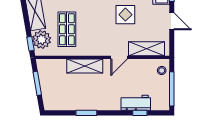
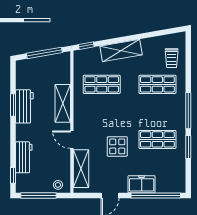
plant: (42, 39) -> (91, 58), removed
window: (37, 83) -> (44, 53), width x1.44
workbench: (88, 102) -> (24, 106), added
window: (140, 113) -> (13, 175), moved

